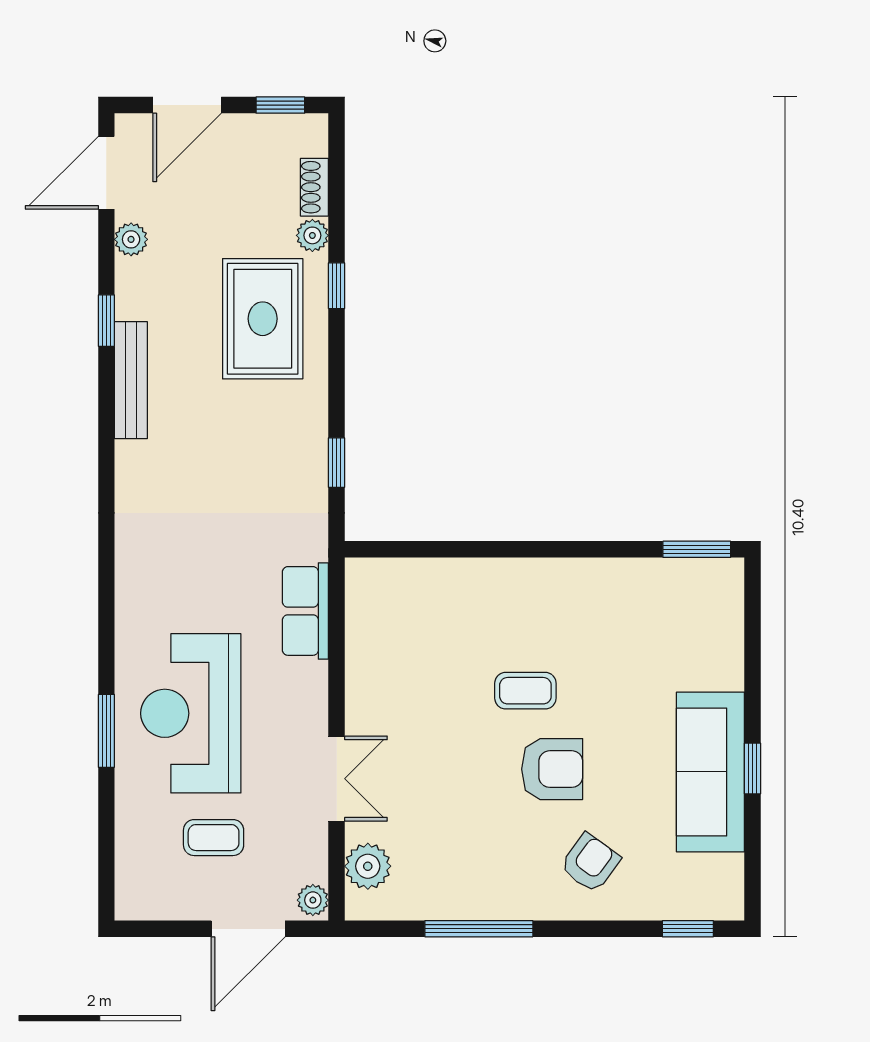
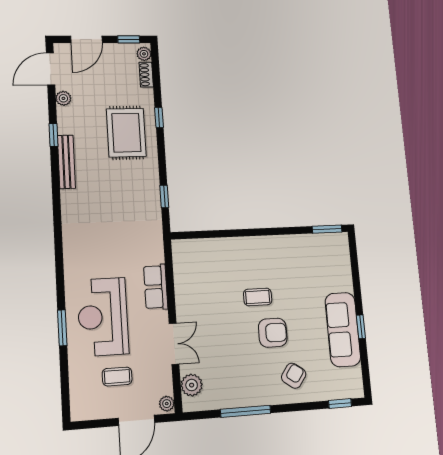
plant: (312, 235) -> (144, 54), moved
row of seats: (305, 611) -> (156, 287), moved

